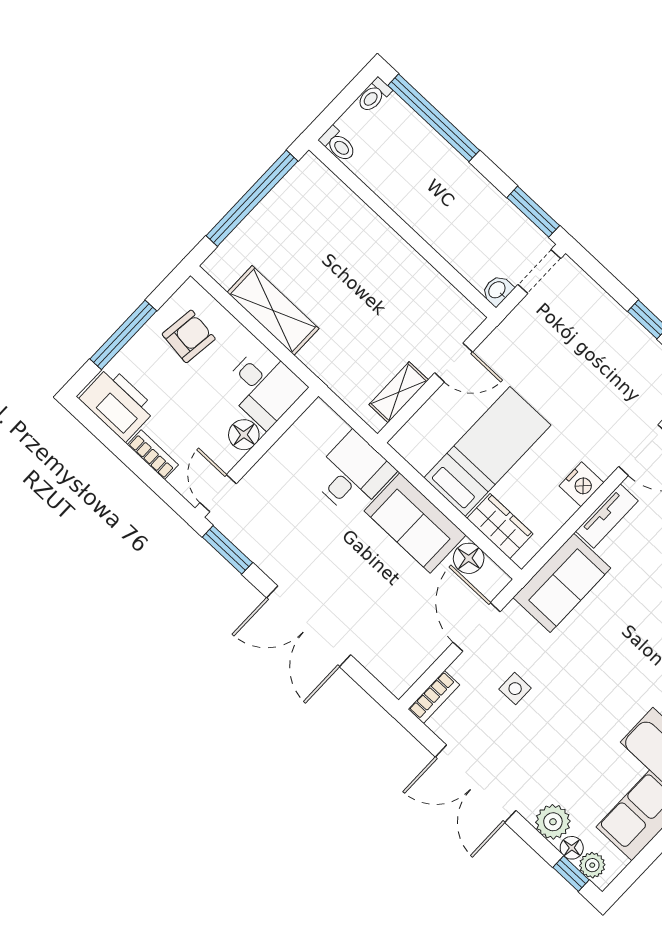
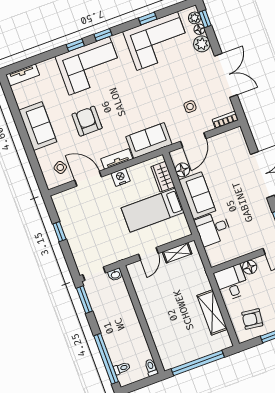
toilet: (374, 95) -> (122, 368), moved
door: (454, 362) -> (148, 254), swing flipped

